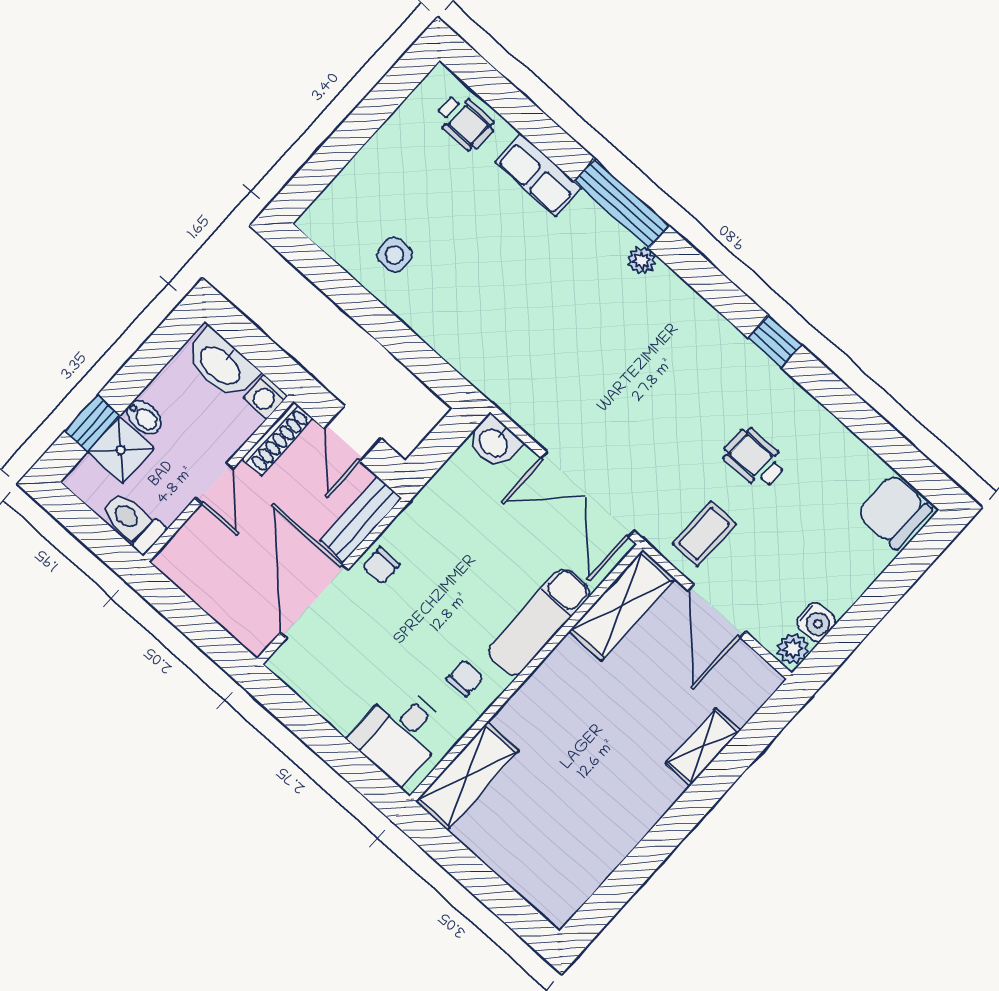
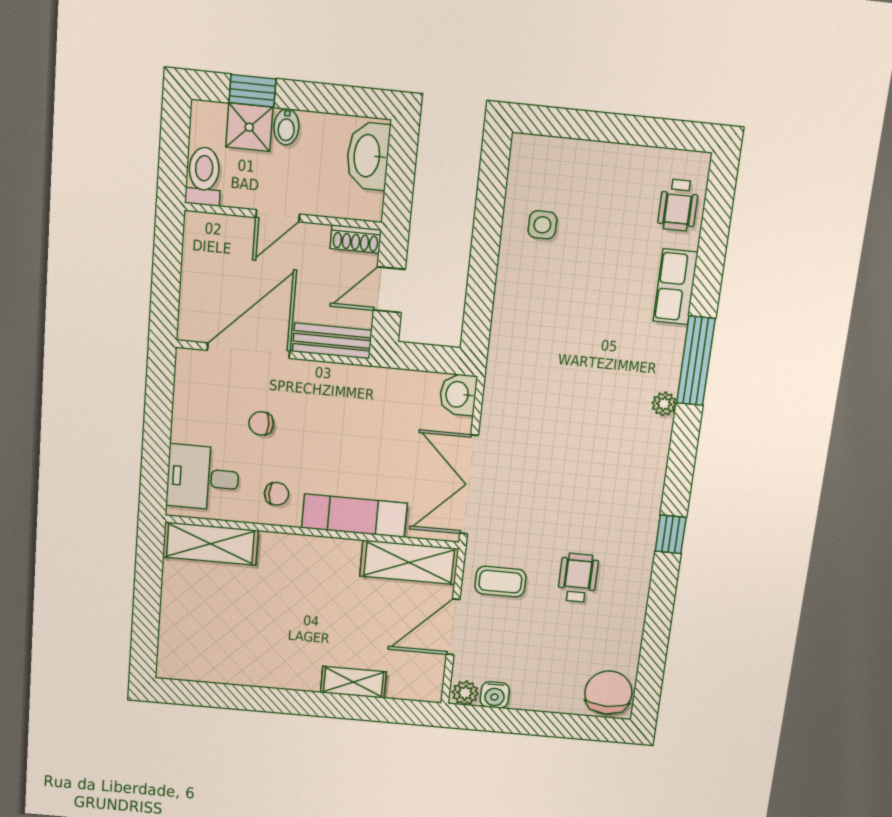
washing machine: (266, 397) -> (369, 207), removed
shoe rack: (278, 438) -> (356, 239), width x0.70
chair: (381, 566) -> (261, 423), moved

